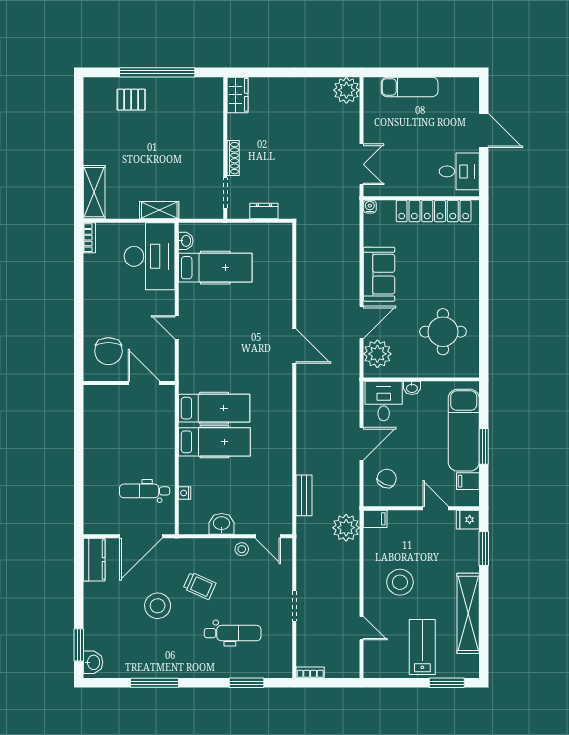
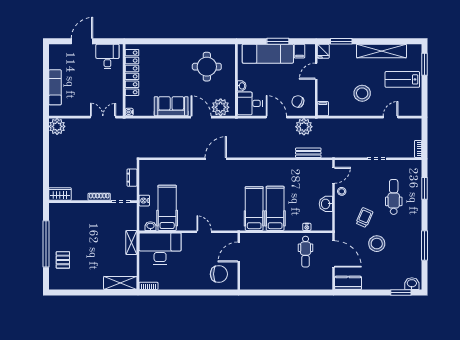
nightstand: (227, 231) -> (144, 201), added
door: (177, 327) -> (204, 232), swing flipped
plant: (346, 528) -> (304, 127), moved

